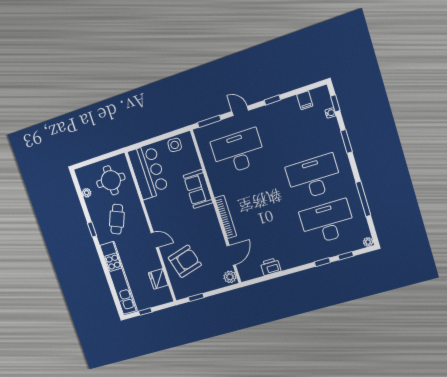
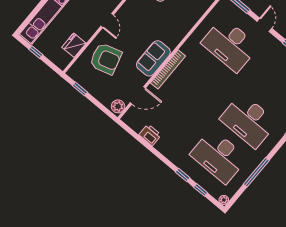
desk: (238, 152) -> (230, 45), turned 180
desk: (314, 177) -> (248, 121), turned 180
sofa: (198, 189) -> (153, 58), moved
desk: (327, 222) -> (219, 156), turned 180

